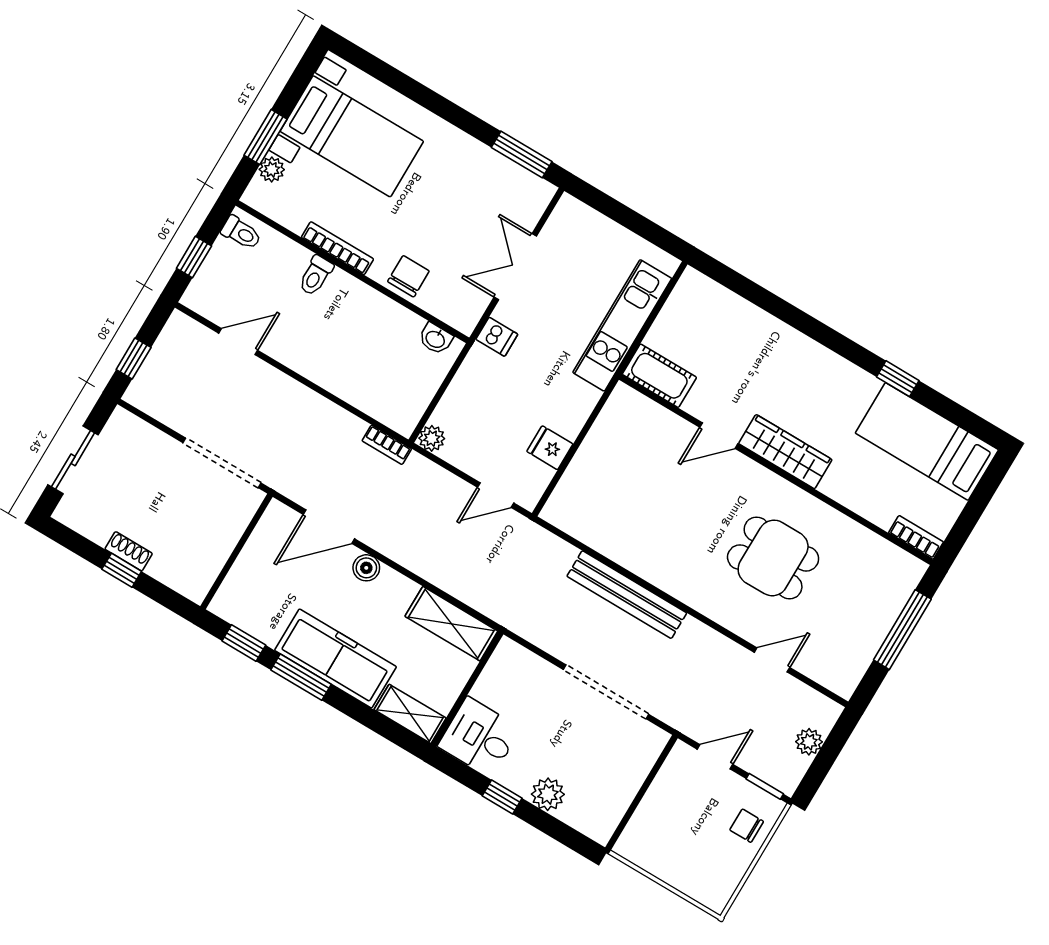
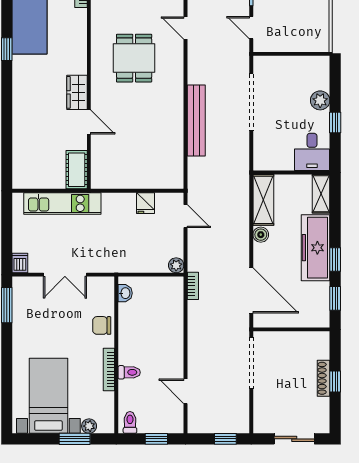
dishwasher: (497, 337) -> (20, 263), moved
wardrobe: (785, 452) -> (77, 92), width x0.67
door: (329, 527) -> (251, 290), width x1.36
shoe rack: (129, 551) -> (324, 378), width x1.43
boiler: (366, 568) -> (261, 235), moved
window: (301, 677) -> (335, 259), width x0.67

